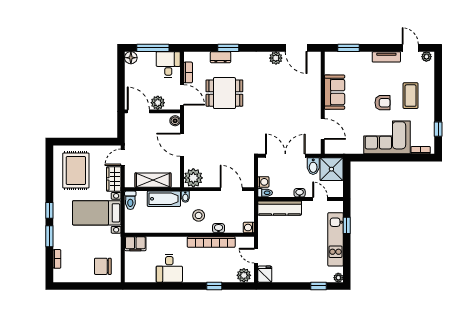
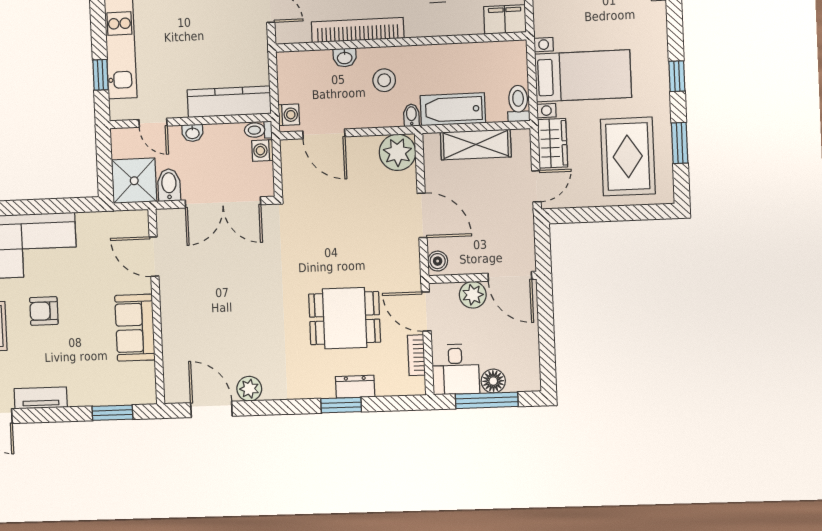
floor lamp: (131, 58) -> (493, 381), moved
washing machine: (249, 228) -> (289, 115), moved
window: (49, 236) -> (680, 143), moved

